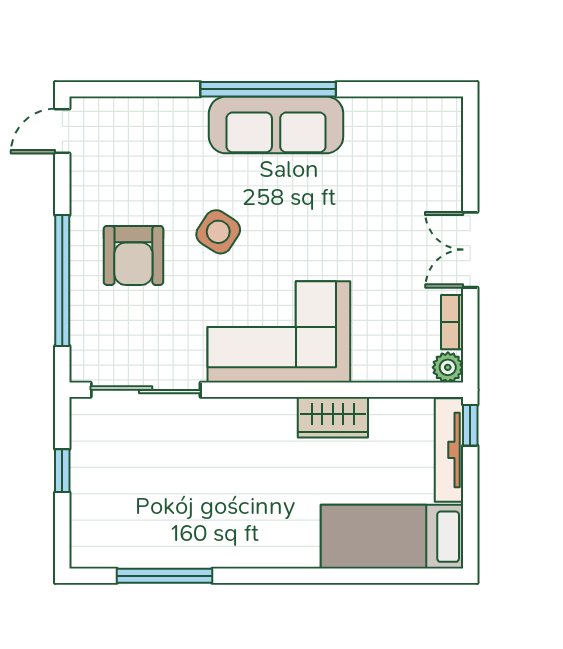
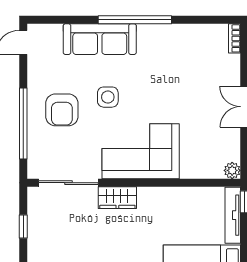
sofa: (276, 125) -> (100, 39), moved
side table: (218, 232) -> (108, 97), turned -33
bookcase: (452, 322) -> (235, 38), moved
wardrobe: (333, 417) -> (117, 198), moved

